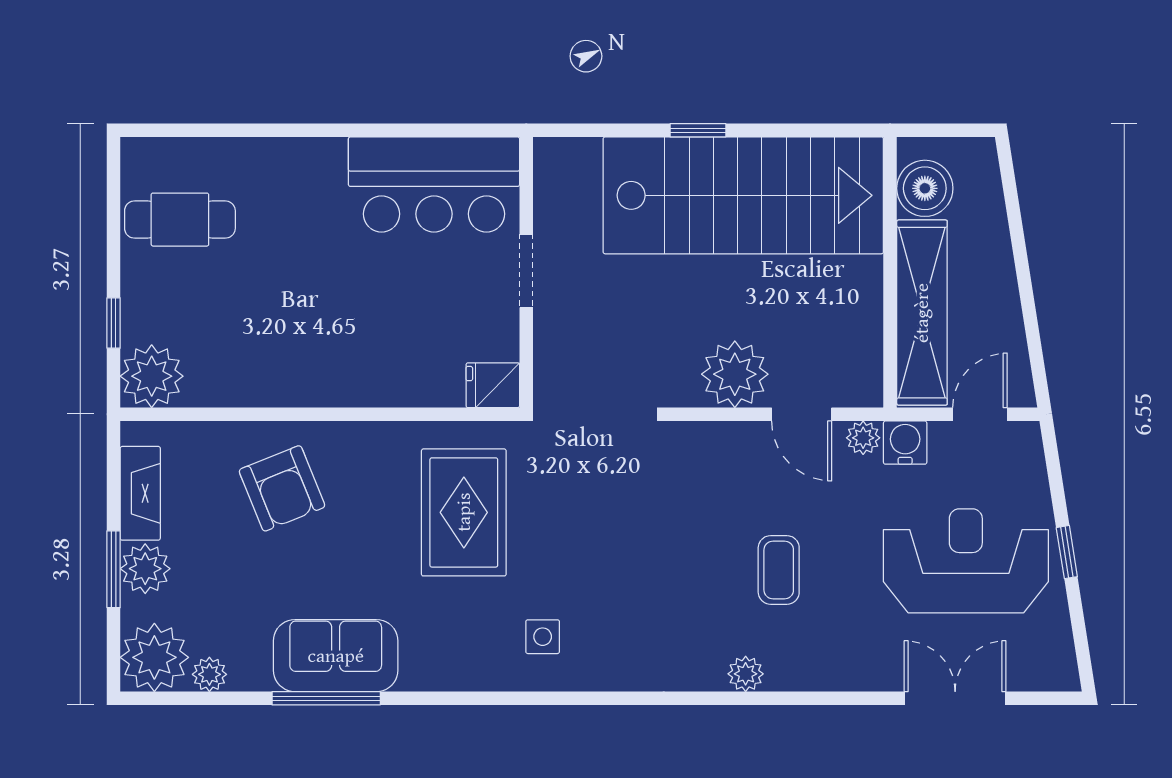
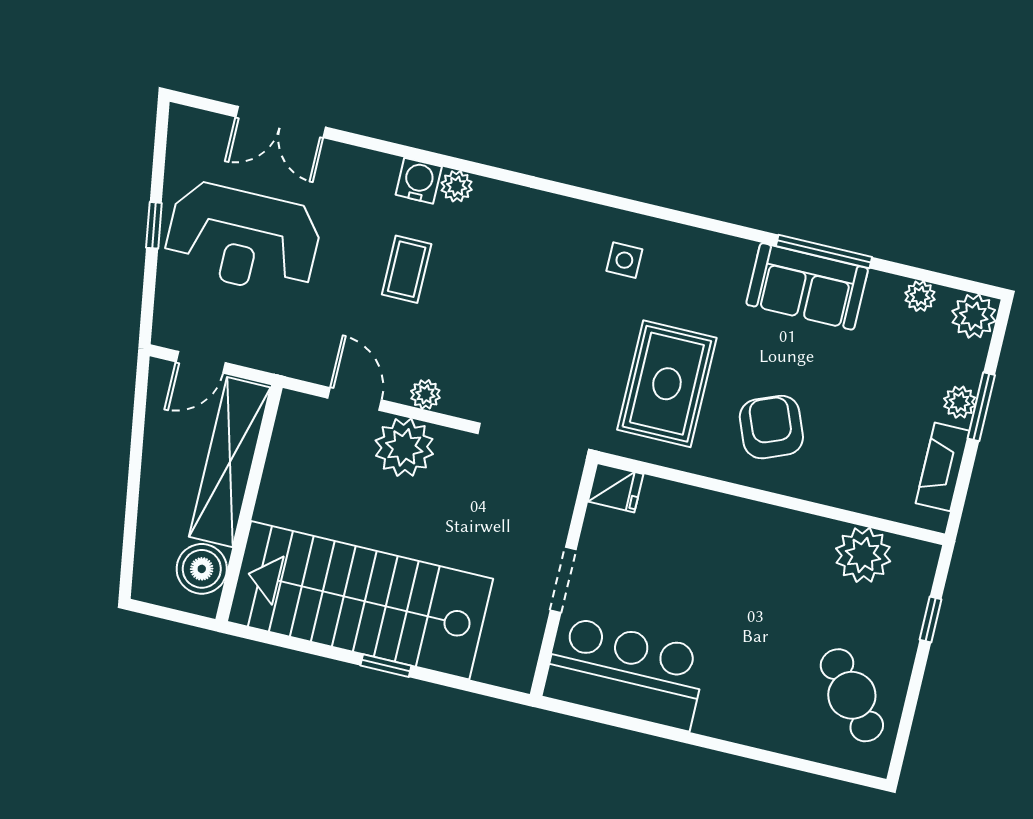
cafe table: (180, 220) -> (852, 695), turned 51
plant: (152, 376) -> (863, 555), moved
plant: (863, 438) -> (425, 394), moved
water cooler: (905, 443) -> (419, 181), moved, turned 180
armchair: (282, 488) -> (771, 427), moved
plant: (145, 569) -> (960, 402), width x0.73, depth x0.73
plant: (154, 657) -> (974, 316), width x0.73, depth x0.73

